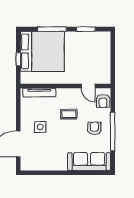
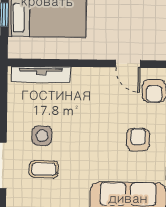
coffee table: (69, 114) -> (44, 169), moved

